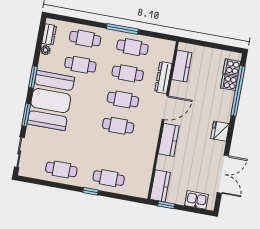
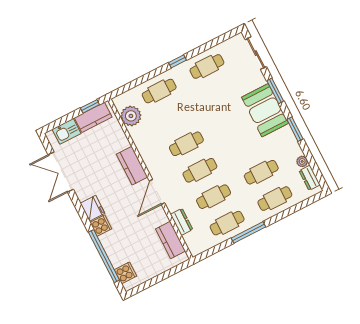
dresser: (163, 78) -> (182, 222), width x0.70
cooker: (229, 82) -> (101, 226), moved
booth: (51, 101) -> (265, 110), width x0.73, depth x0.70
plant: (142, 176) -> (131, 116), added
kitchen counter: (160, 186) -> (93, 117), moved, turned -90
window: (90, 191) -> (177, 61), moved

